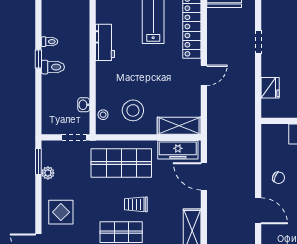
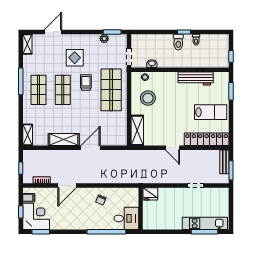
workbench: (105, 42) -> (196, 79), width x1.38
fridge: (270, 88) -> (150, 194), moved
freezer: (178, 150) -> (120, 129), removed
door: (204, 176) -> (91, 148), moved
trolley: (136, 204) -> (86, 82), moved
door: (258, 211) -> (67, 186), moved
display table: (61, 212) -> (75, 58), moved

